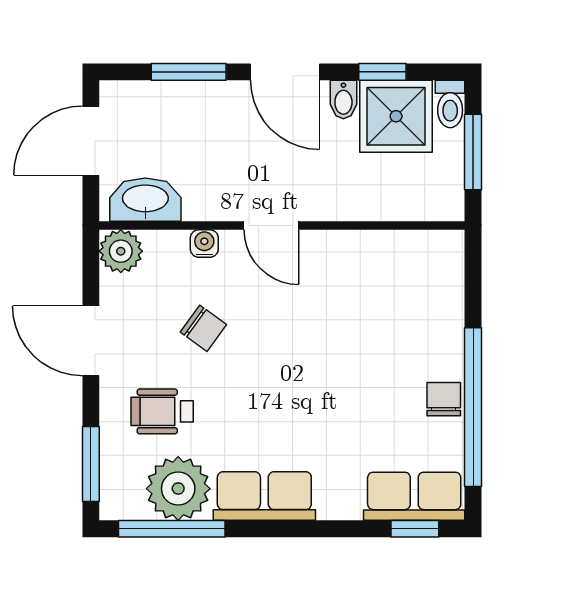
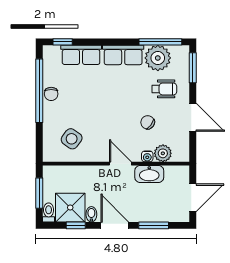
washbasin: (145, 200) -> (149, 174), moved
plant: (121, 251) -> (163, 153), moved
side table: (393, 287) -> (72, 139), added
row of seats: (414, 496) -> (81, 55), moved

